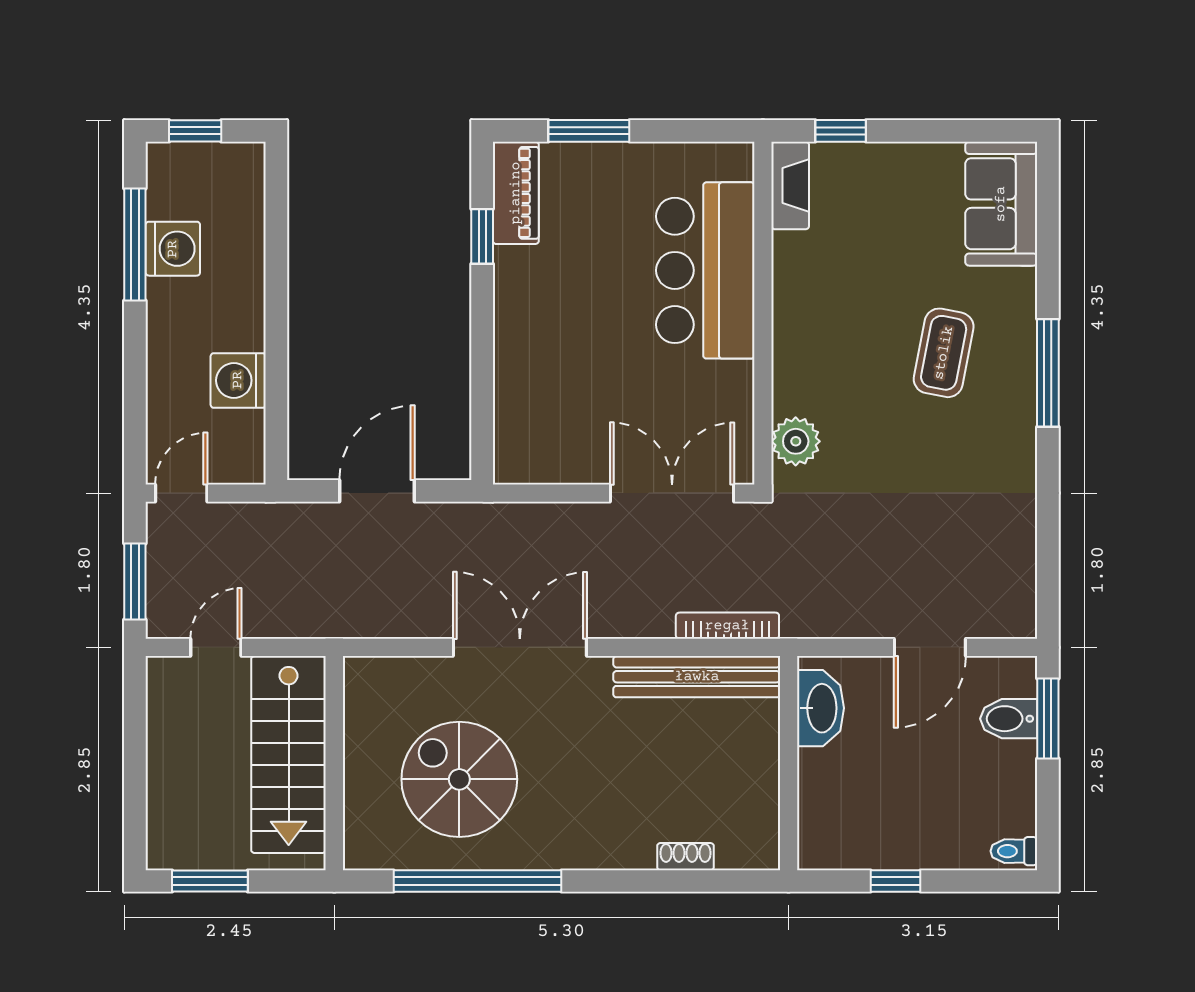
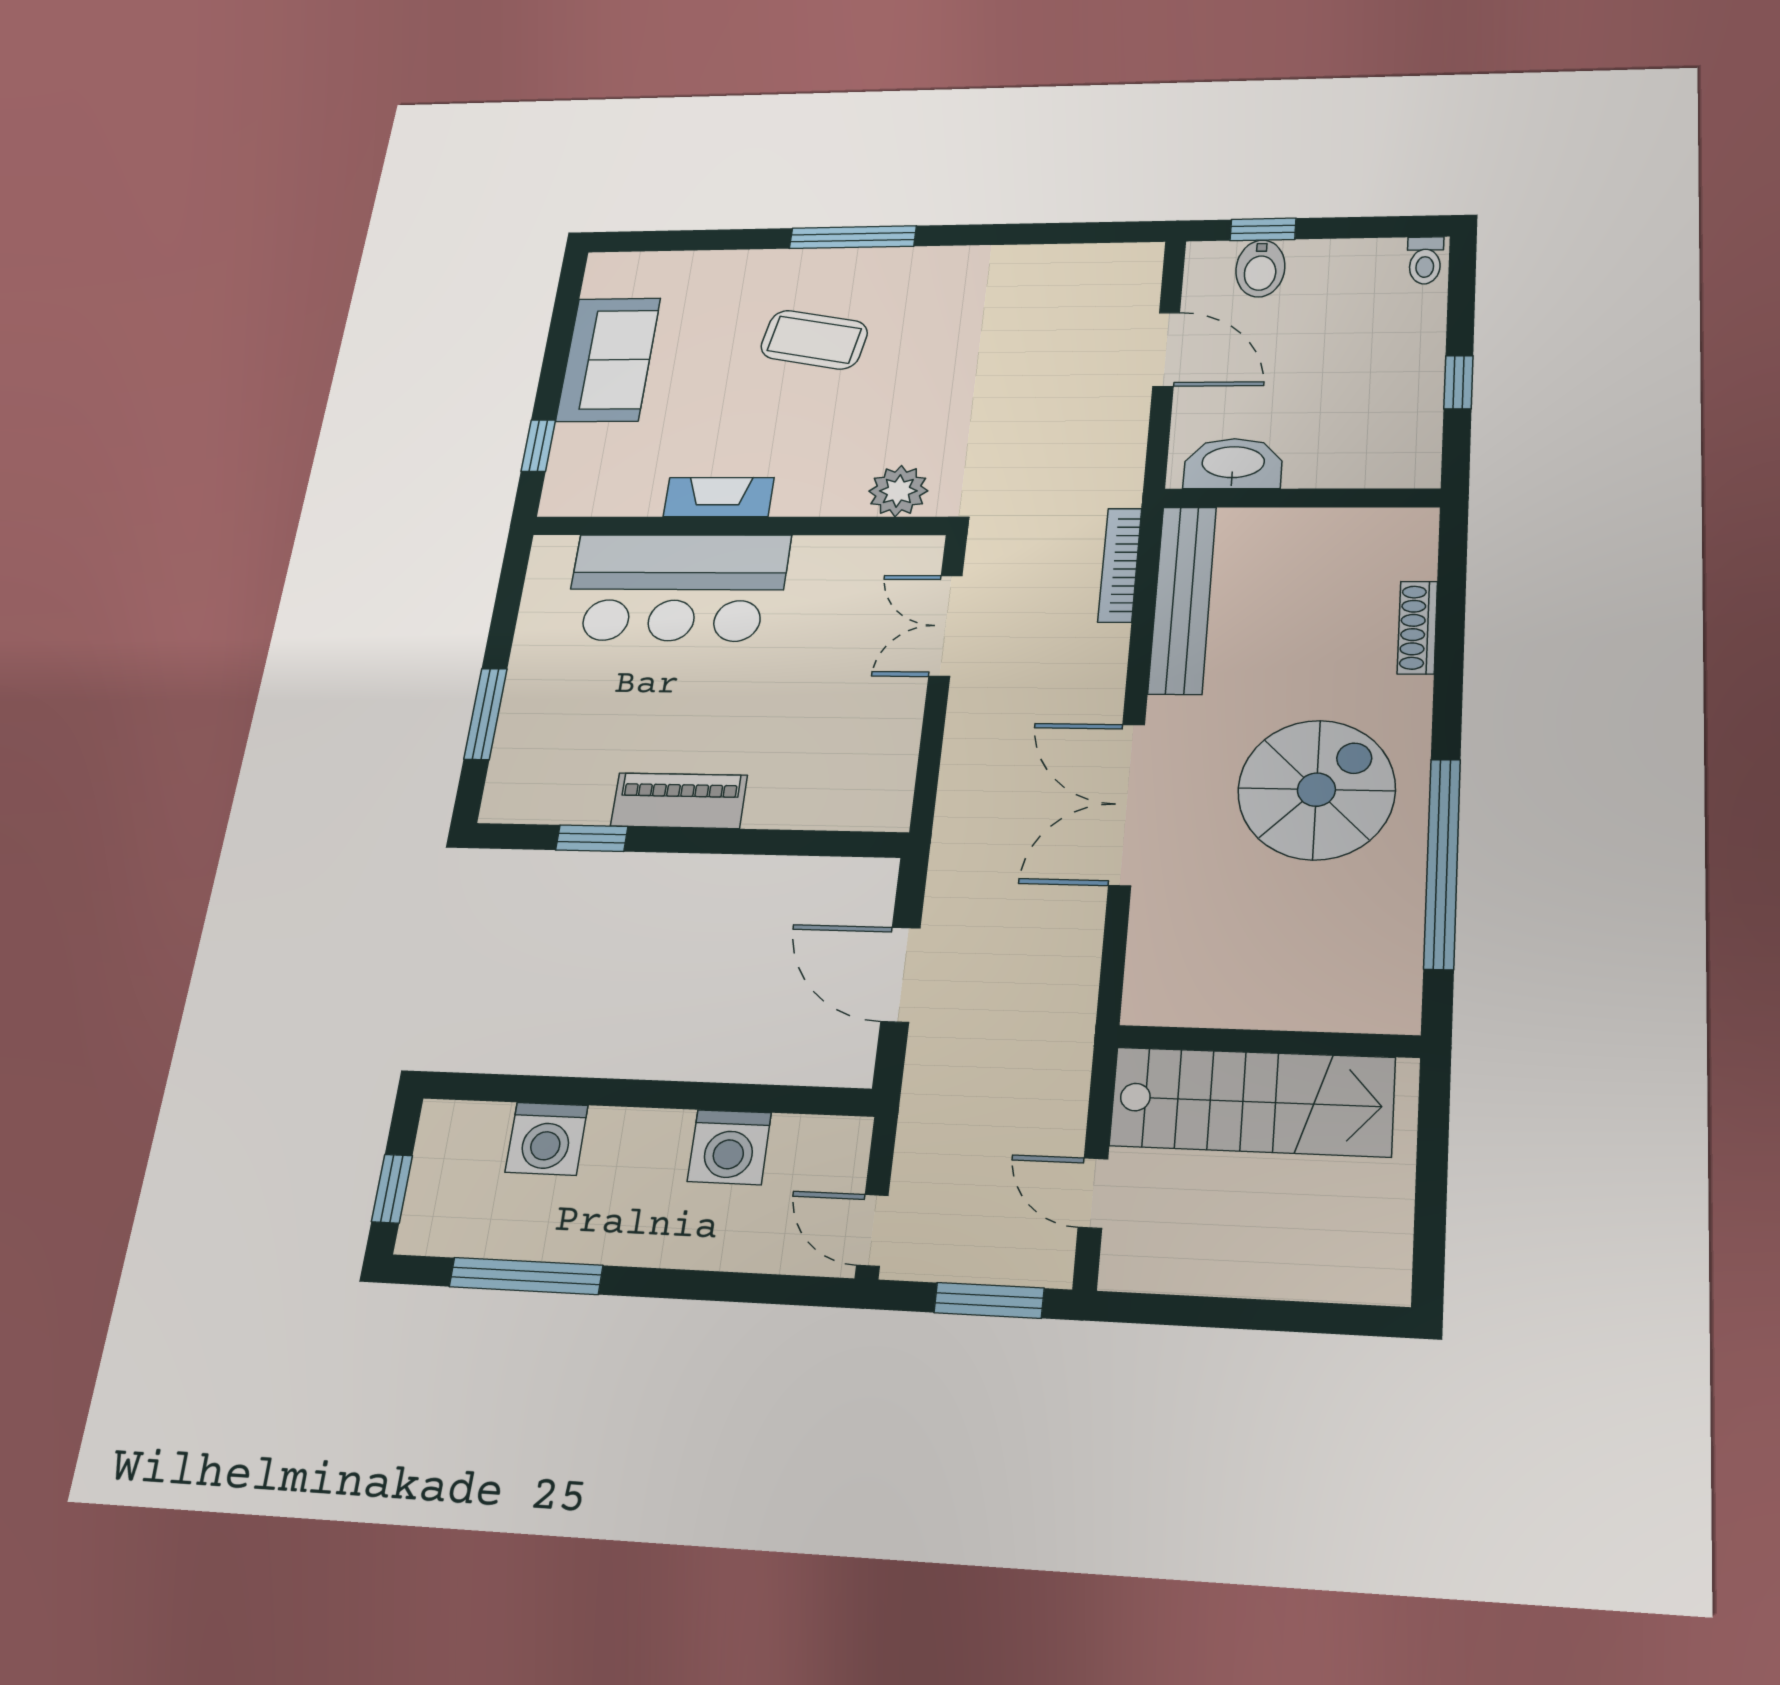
fireplace: (790, 185) -> (719, 497), moved
piano: (516, 193) -> (679, 801), moved
sofa: (1001, 204) -> (608, 360), moved, turned -90
washing machine: (173, 249) -> (547, 1139), moved, turned 180
double door: (672, 493) -> (945, 626), width x0.73
window: (1048, 719) -> (1263, 229), width x0.67
spiral stairs: (459, 779) -> (1316, 790), moved, turned 180
shoe rack: (685, 857) -> (1417, 627), width x1.43
window: (210, 881) -> (1430, 1217), removed

